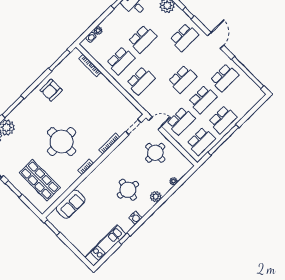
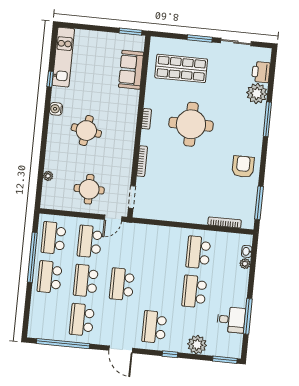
school desk: (141, 81) -> (162, 249), removed
plant: (156, 197) -> (53, 146), removed

